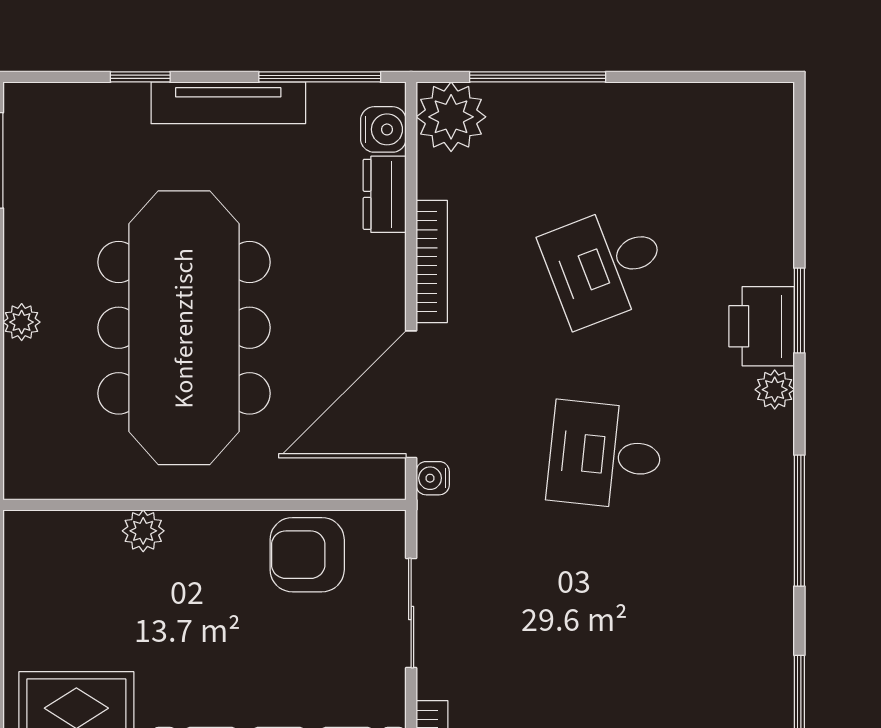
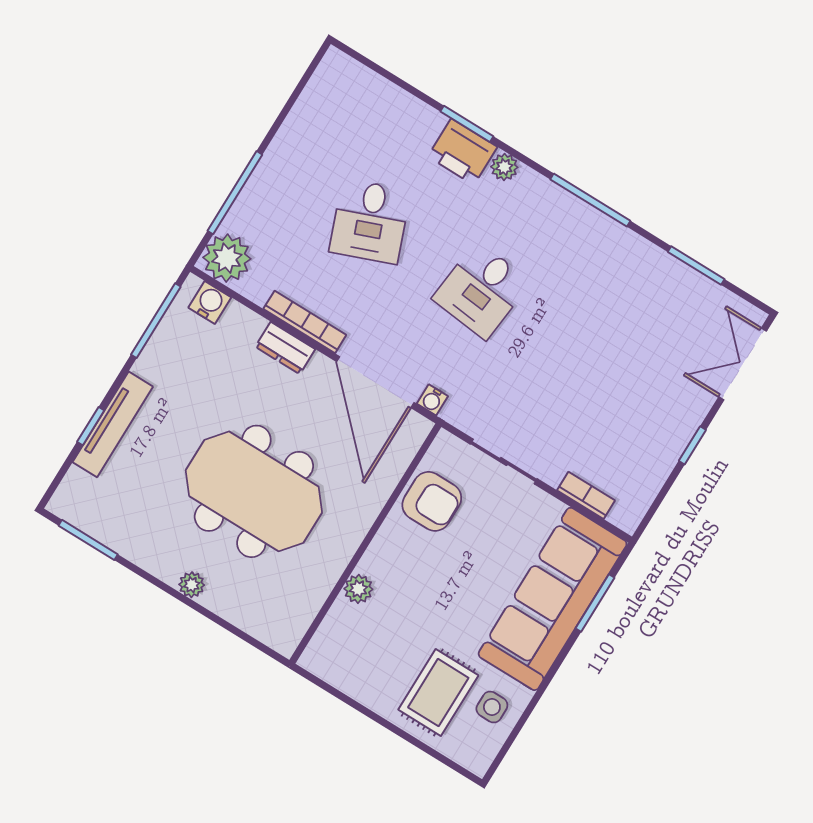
tv unit: (228, 103) -> (113, 424), moved
dresser: (385, 194) -> (285, 348), moved
meeting table: (184, 328) -> (254, 491), width x0.73
armchair: (307, 555) -> (432, 501), turned -90

